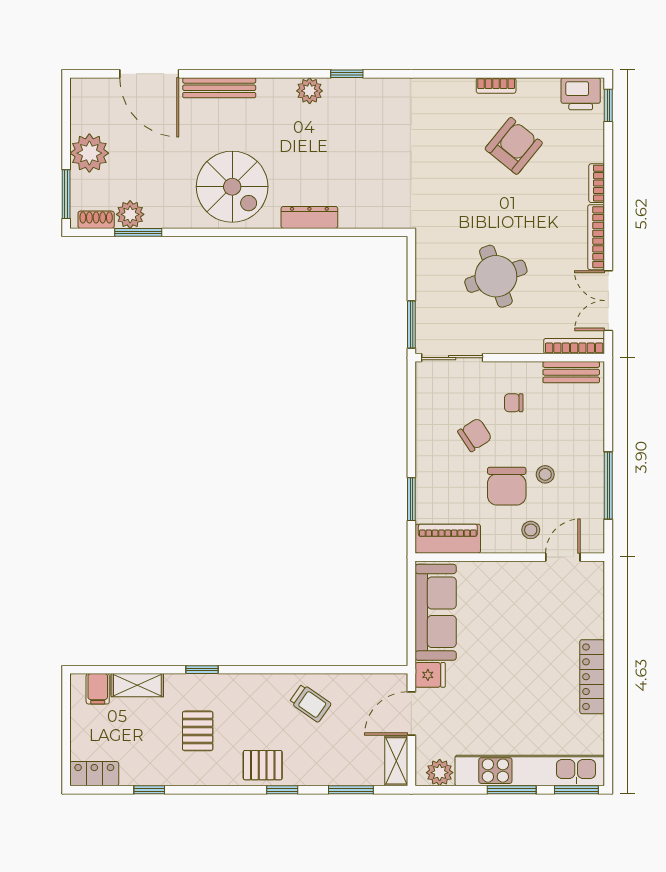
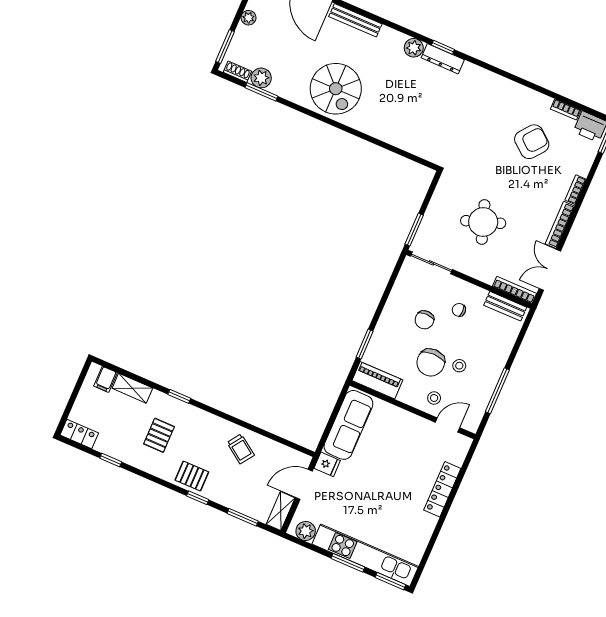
bookcase: (496, 86) -> (566, 109), moved
plant: (89, 153) -> (249, 18), width x0.53, depth x0.53
dresser: (309, 217) -> (443, 59), moved, turned 180
chair: (475, 435) -> (424, 320), turned 123
locker: (592, 677) -> (442, 489), moved

